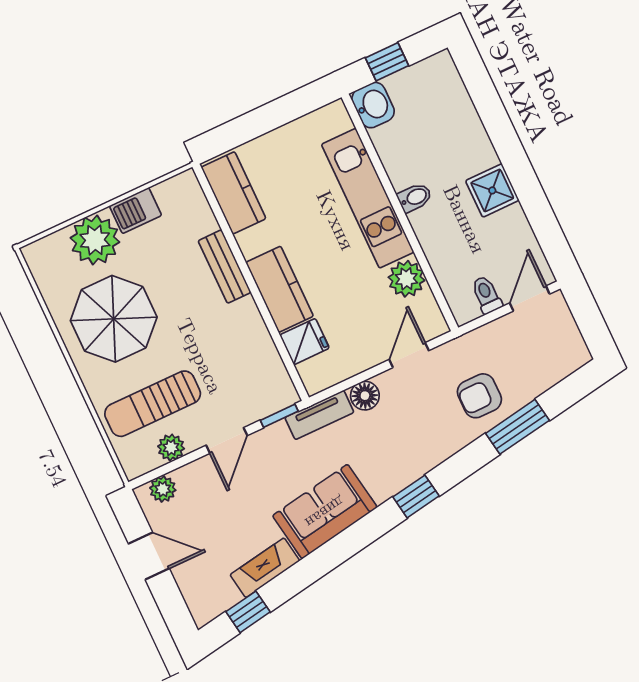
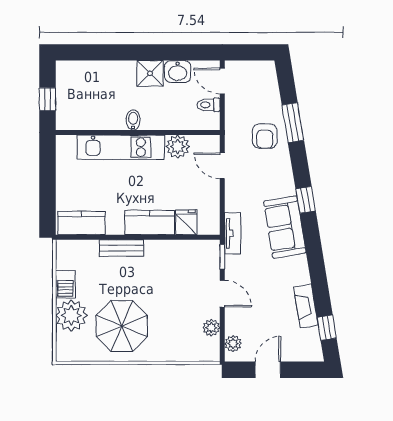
washbasin: (373, 105) -> (178, 72), moved, turned 180
floor lamp: (365, 396) -> (234, 202), removed
sun lounger: (153, 404) -> (181, 326), removed
sofa: (325, 512) -> (285, 227), moved

